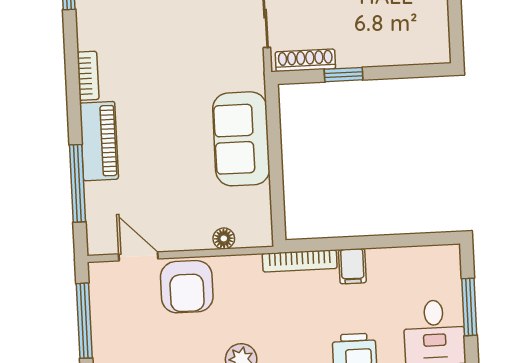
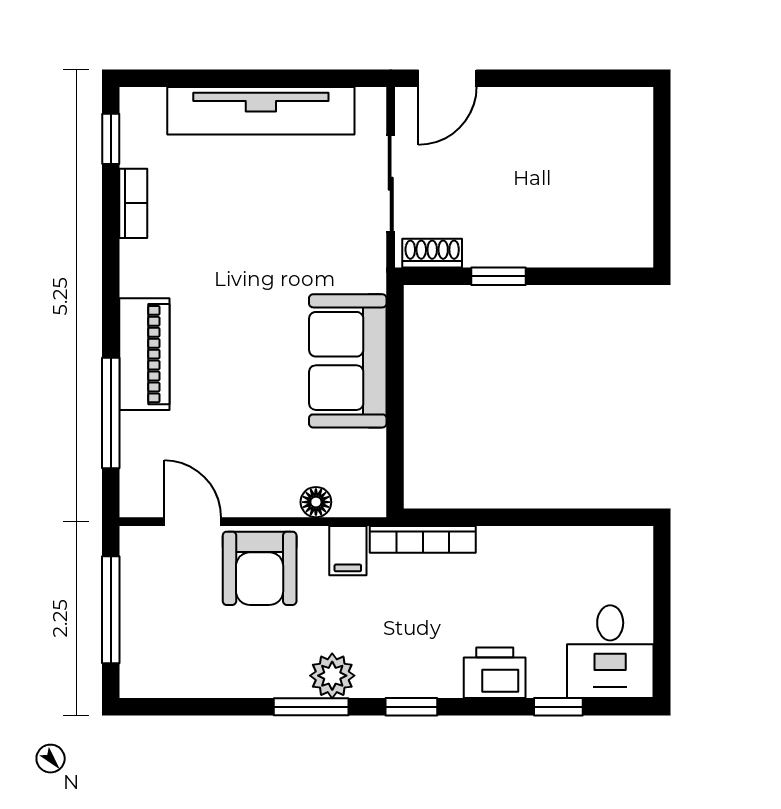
shoe rack: (305, 60) -> (432, 253), width x0.70
bookcase: (88, 76) -> (133, 203), moved
filing cabinet: (352, 266) -> (348, 551), moved
window: (469, 307) -> (662, 617), removed

